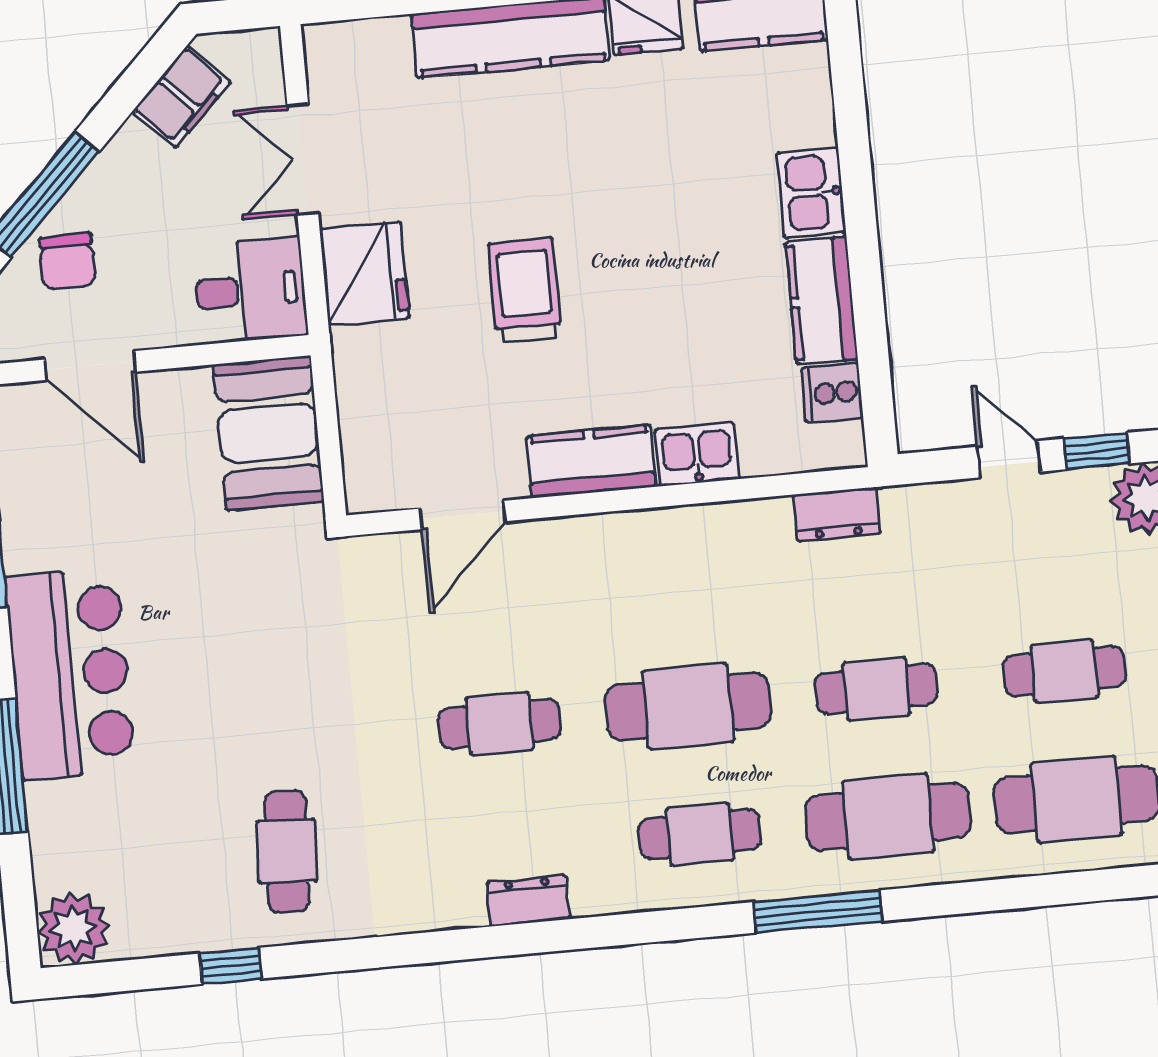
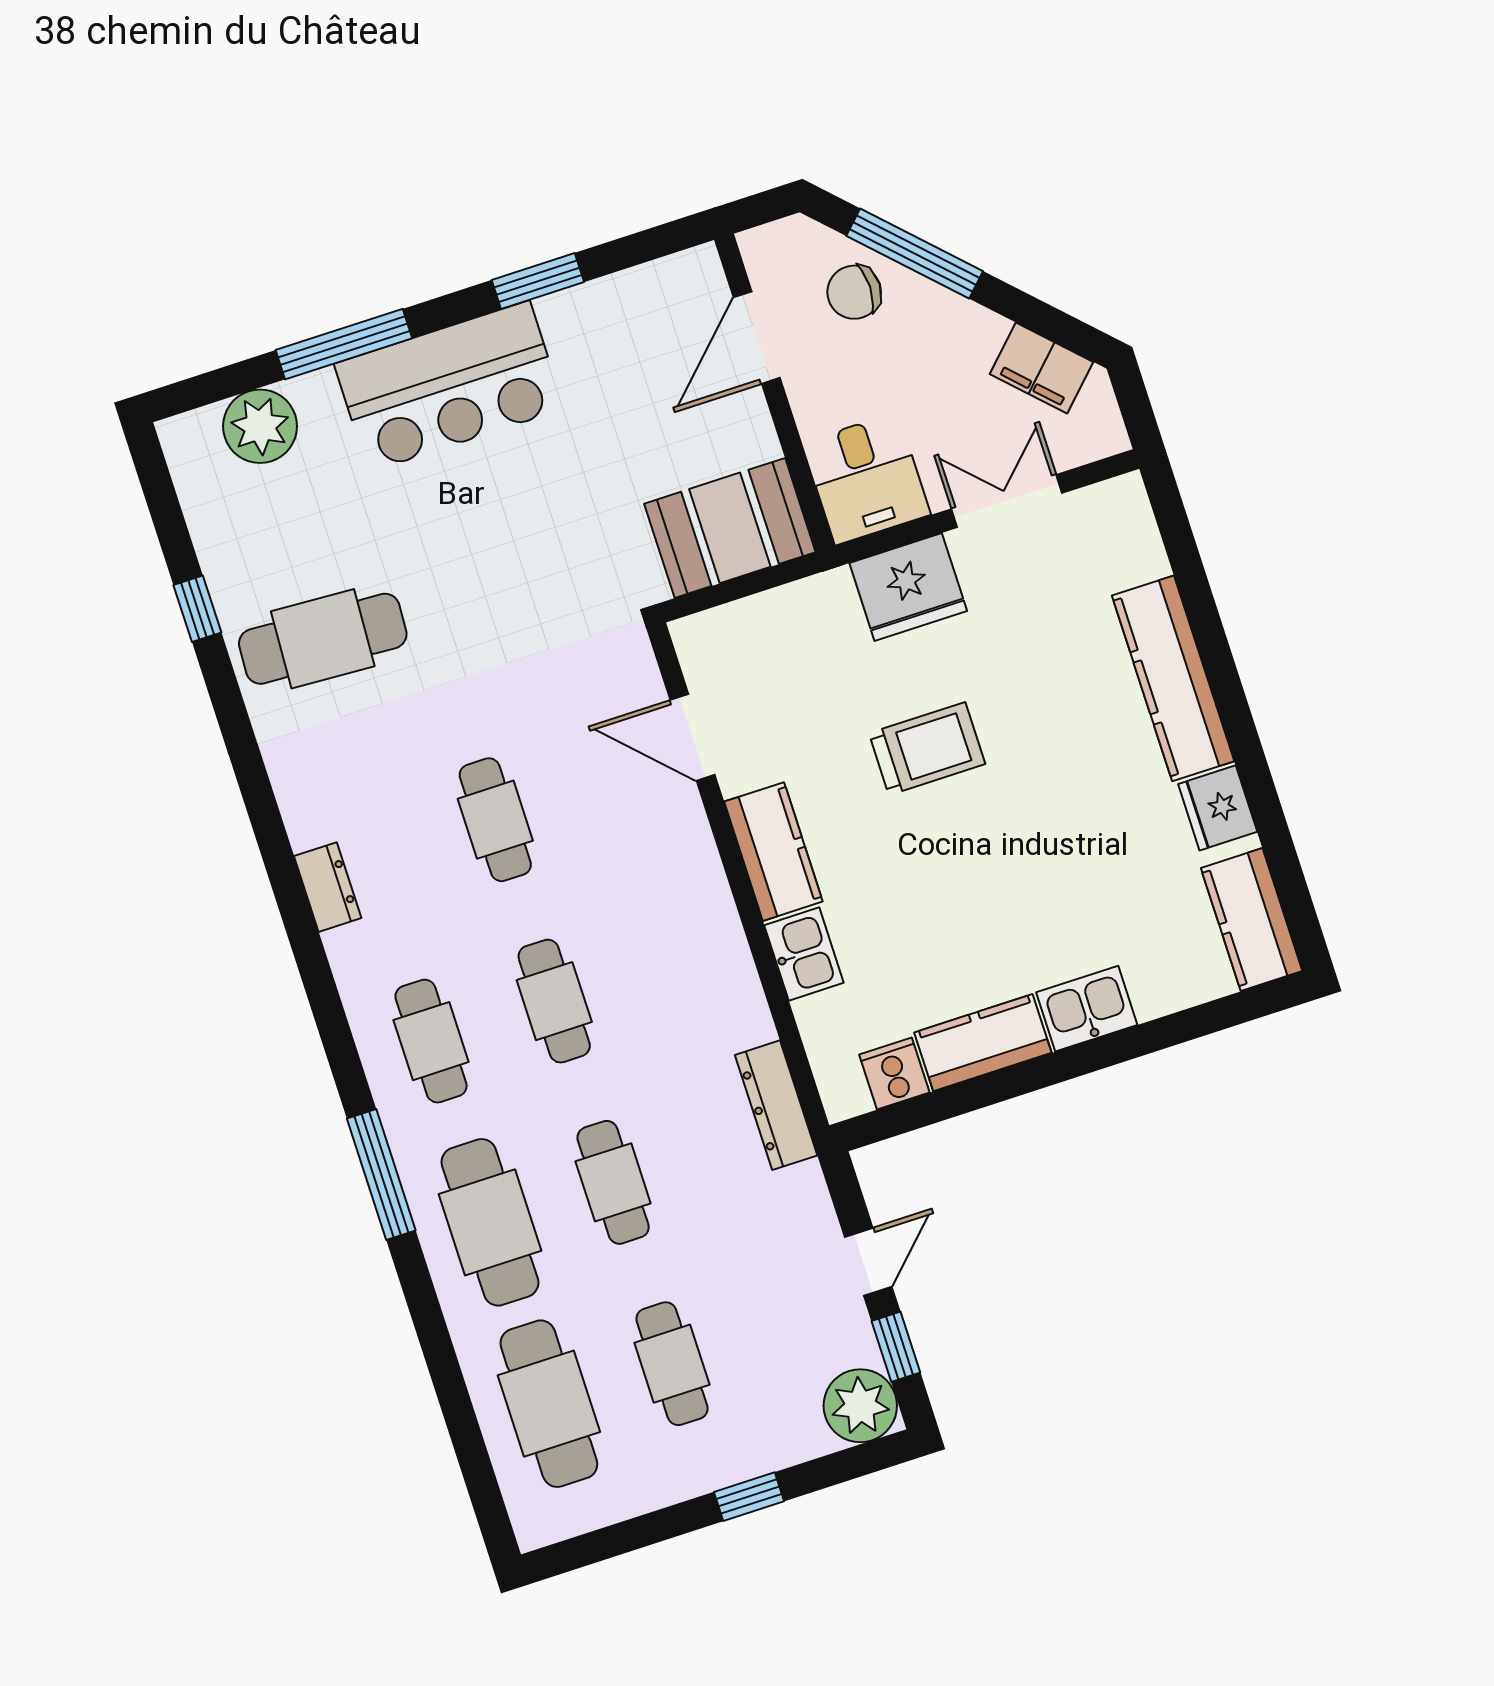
dresser: (837, 514) -> (776, 1105), width x1.44
cafe table: (688, 706) -> (554, 1001), width x0.73, depth x0.74
cafe table: (287, 851) -> (323, 639), width x1.37, depth x1.35
plant: (73, 929) -> (260, 426), moved

